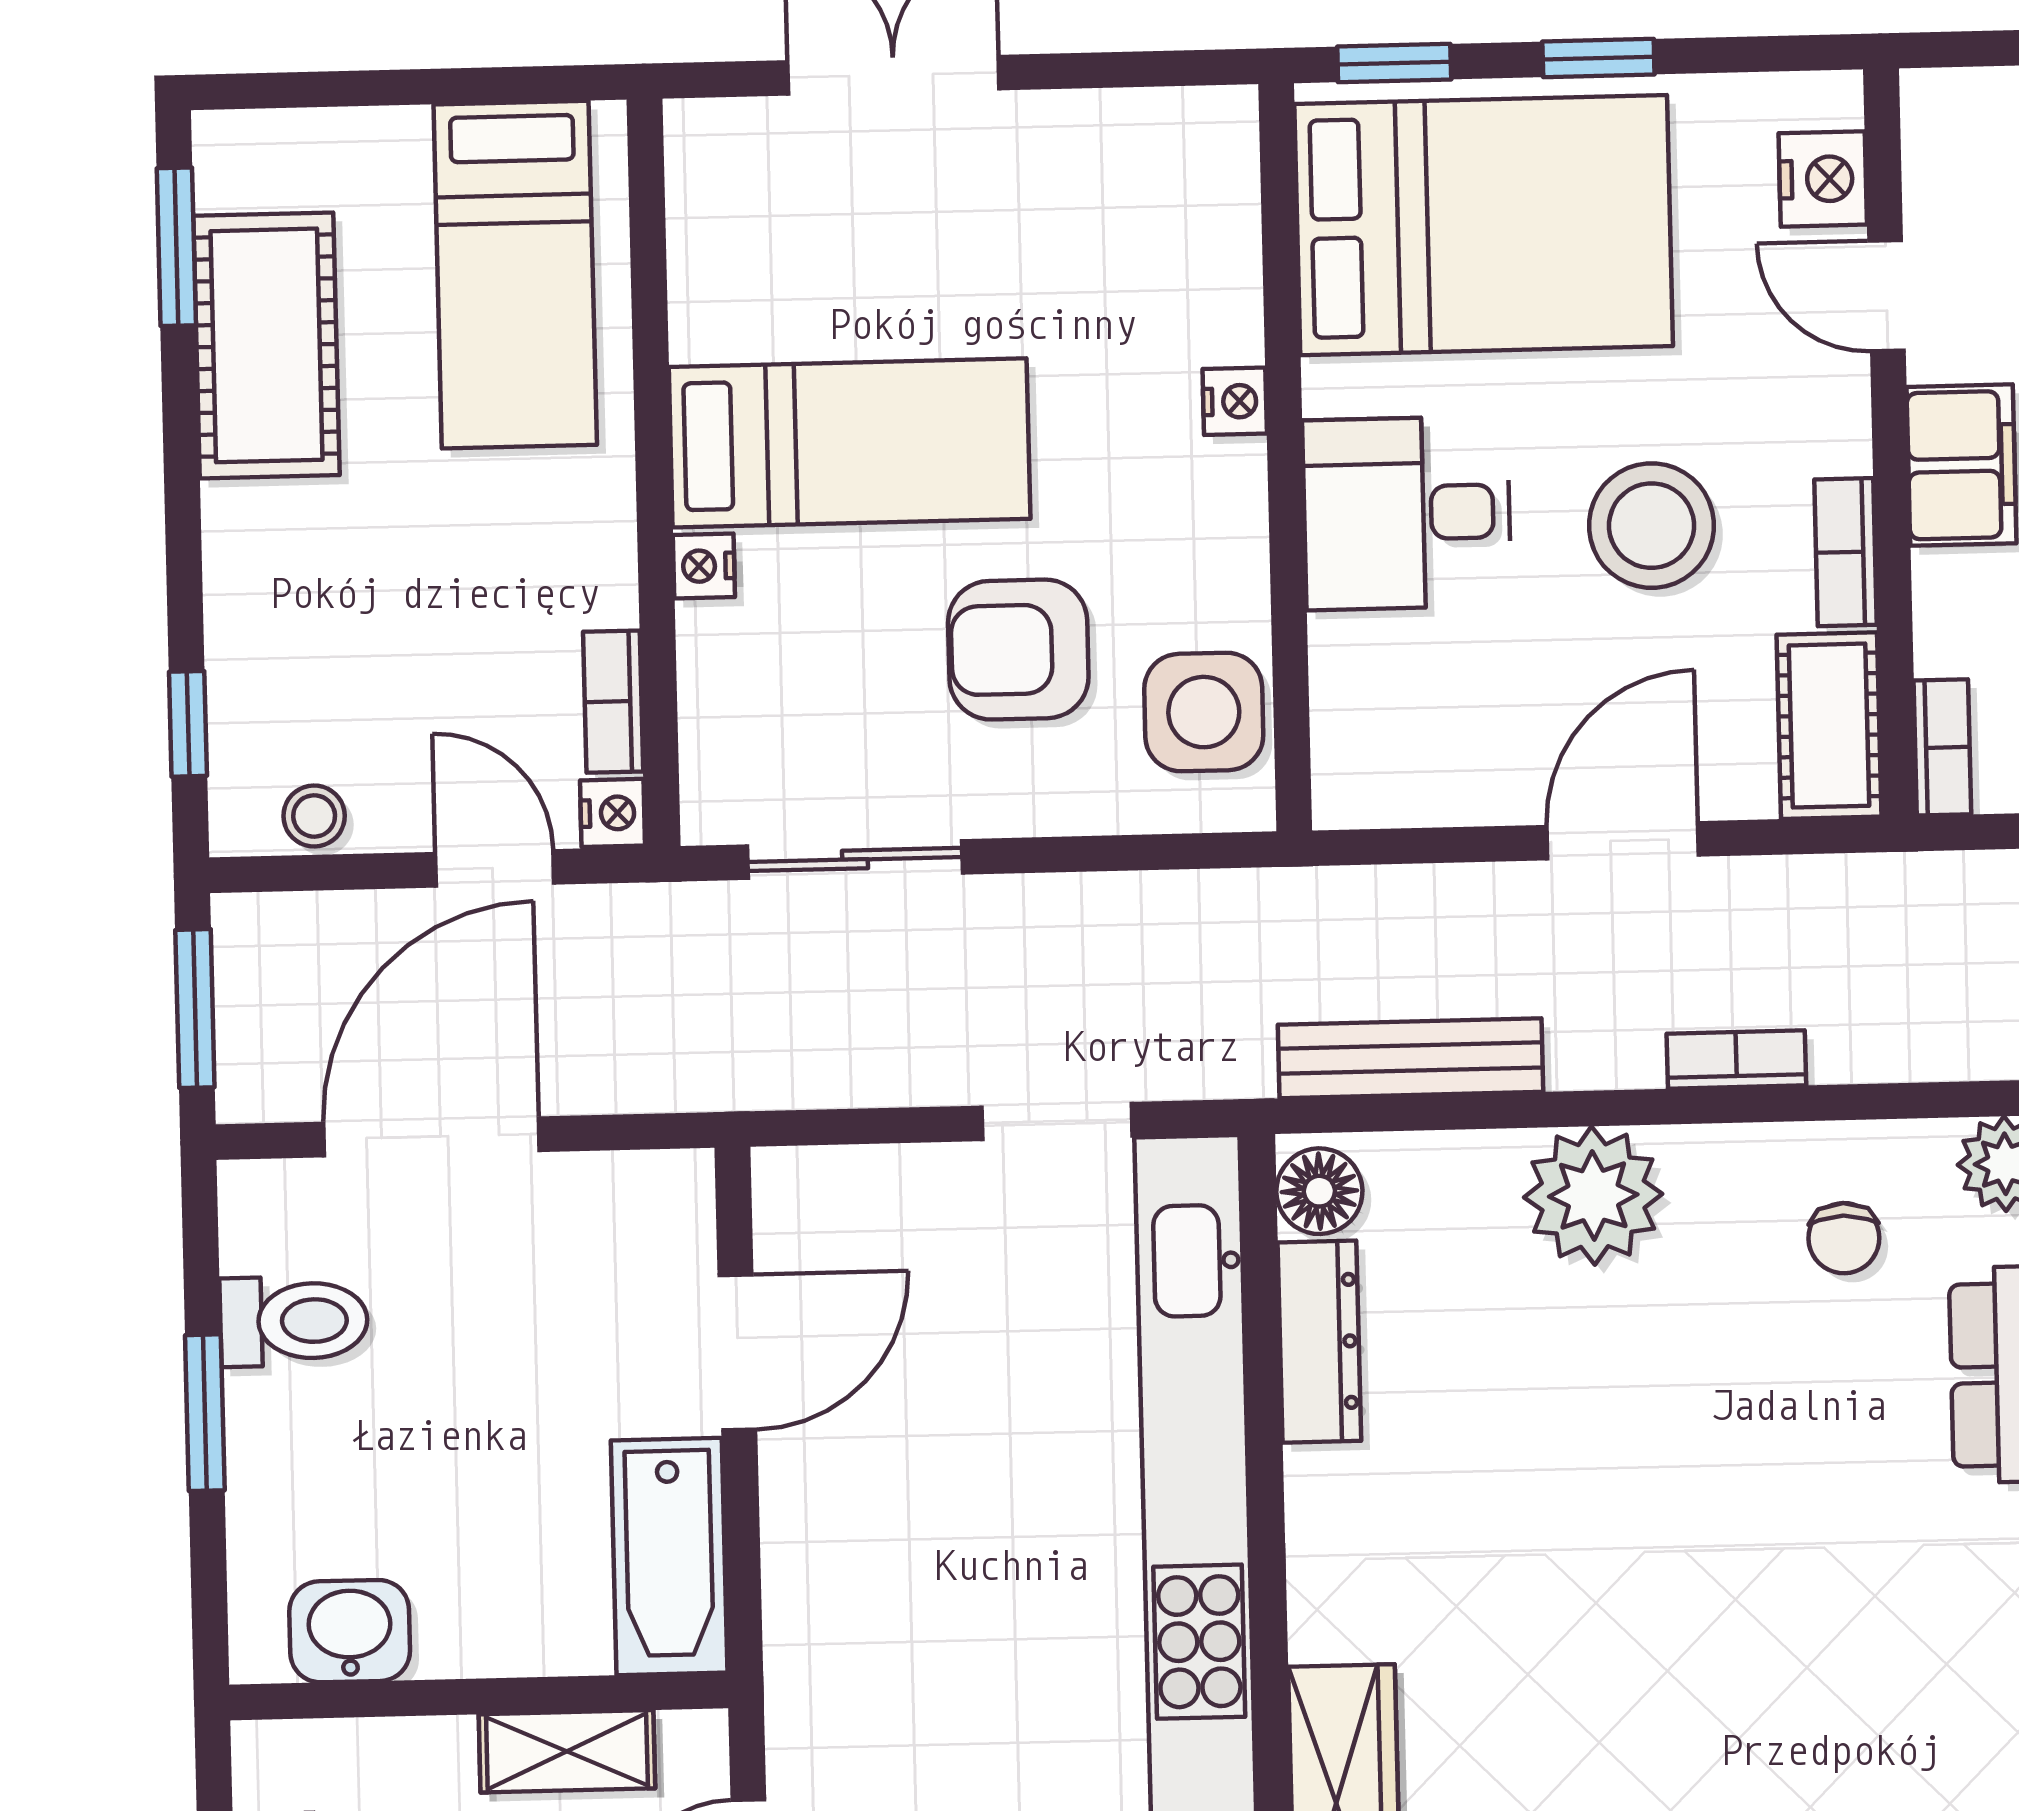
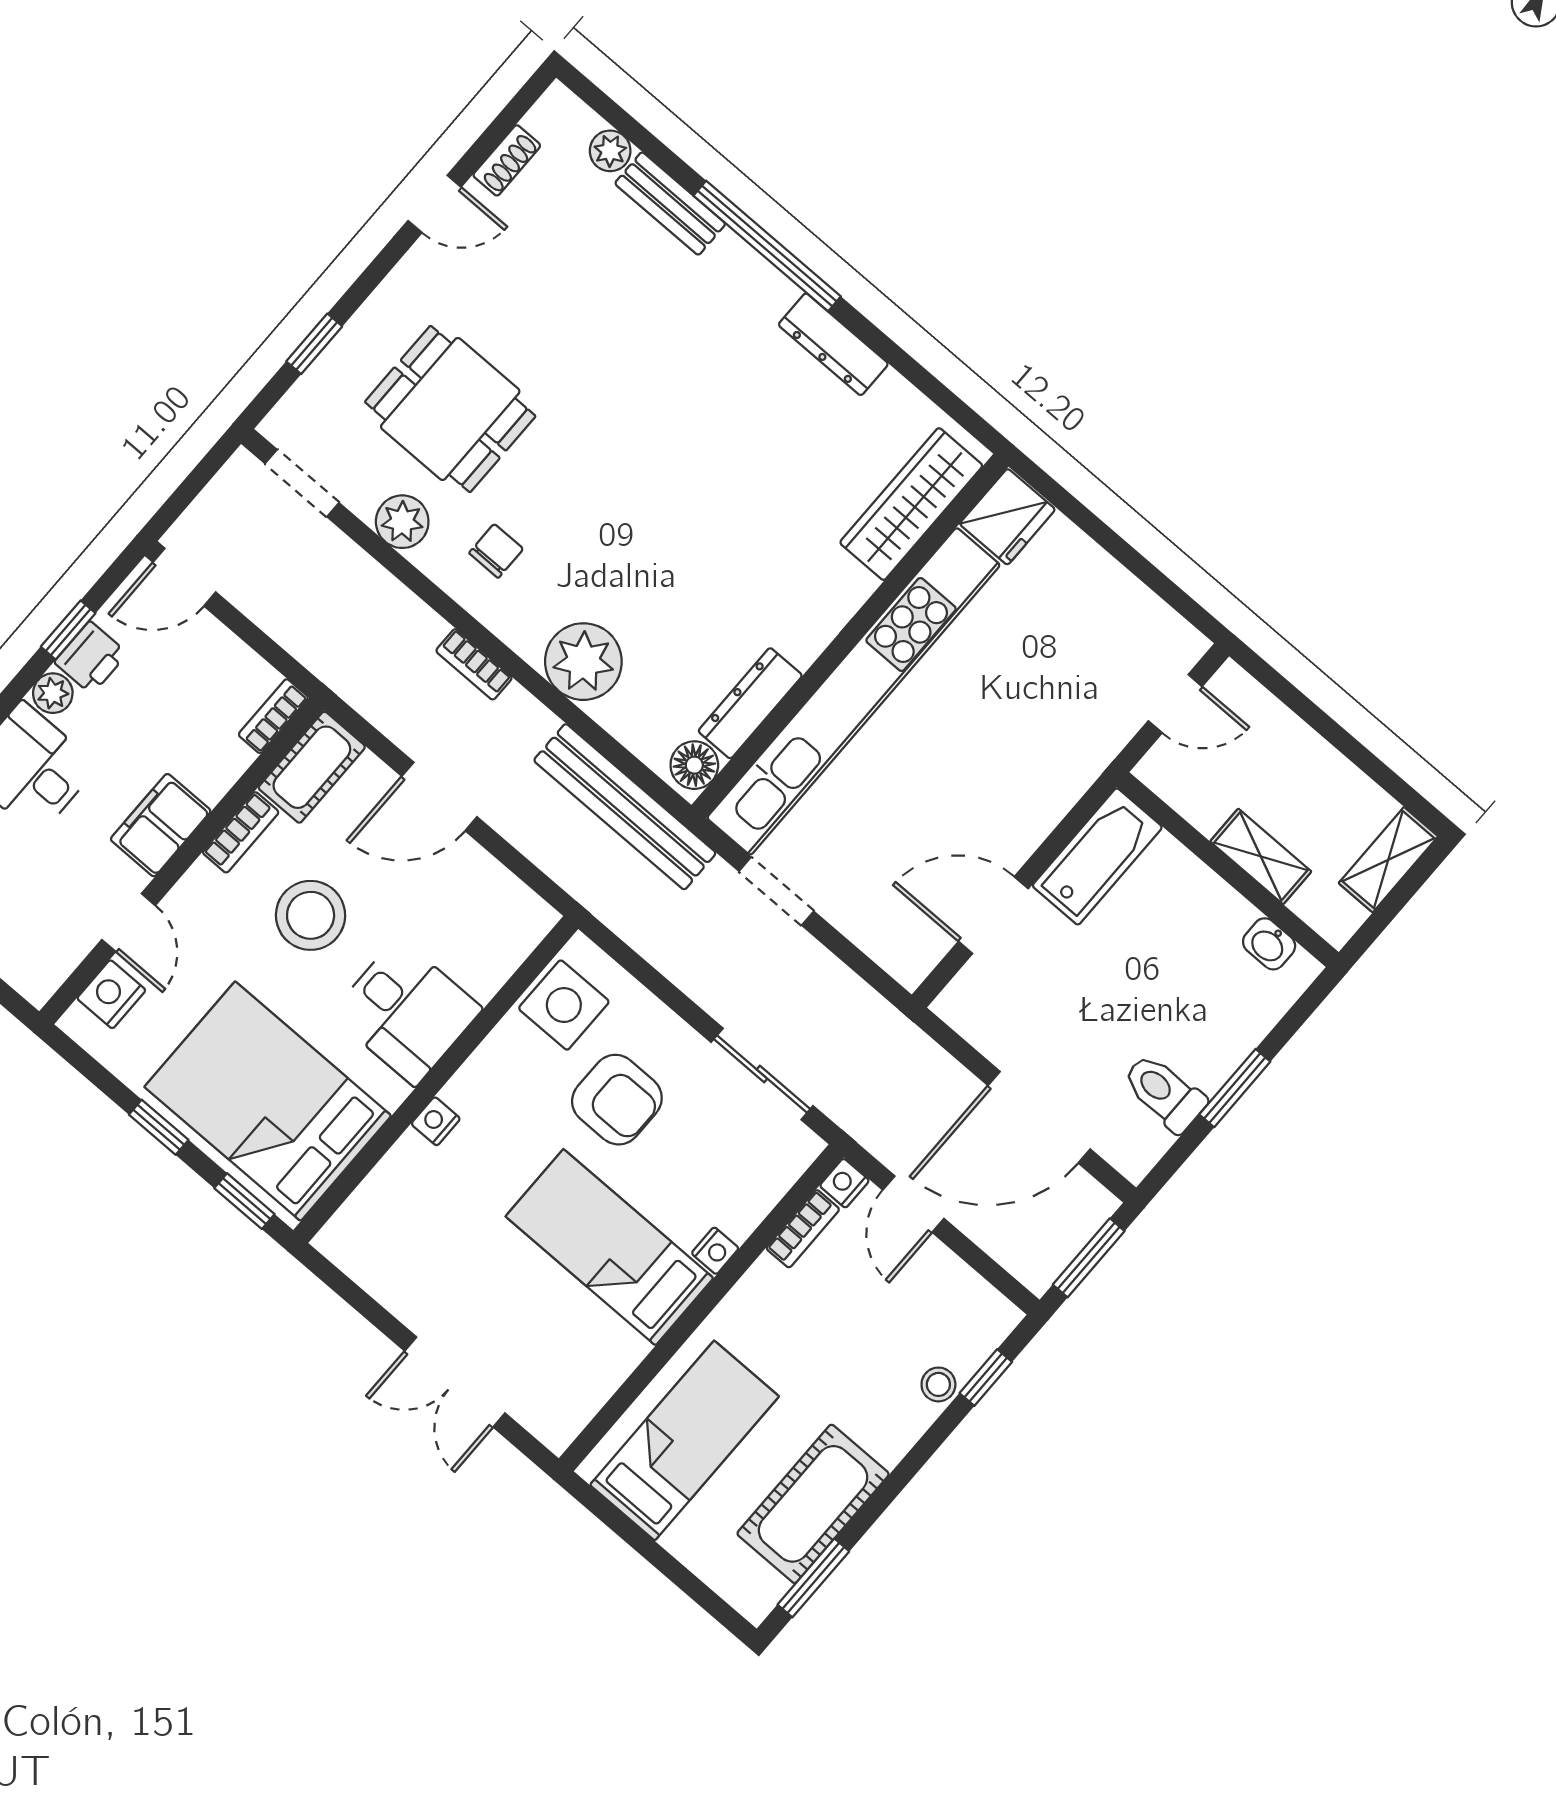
stool: (314, 816) -> (938, 1384), moved
bench: (1410, 1058) -> (625, 807), width x1.37, depth x1.21
washbasin: (350, 1631) -> (1269, 944), width x0.72, depth x0.69
shelving: (567, 1751) -> (1261, 856), moved

